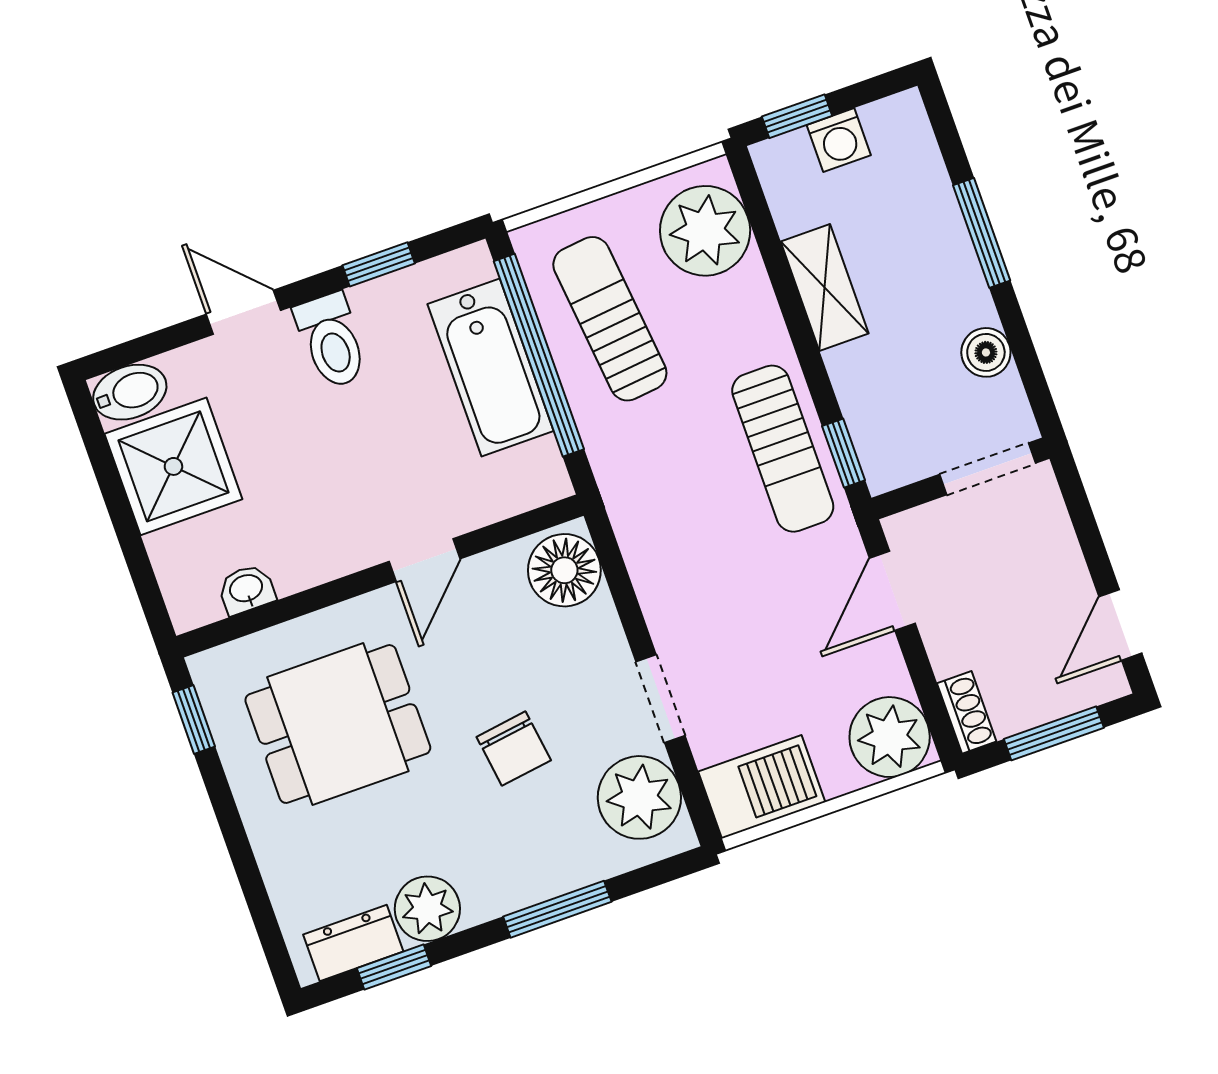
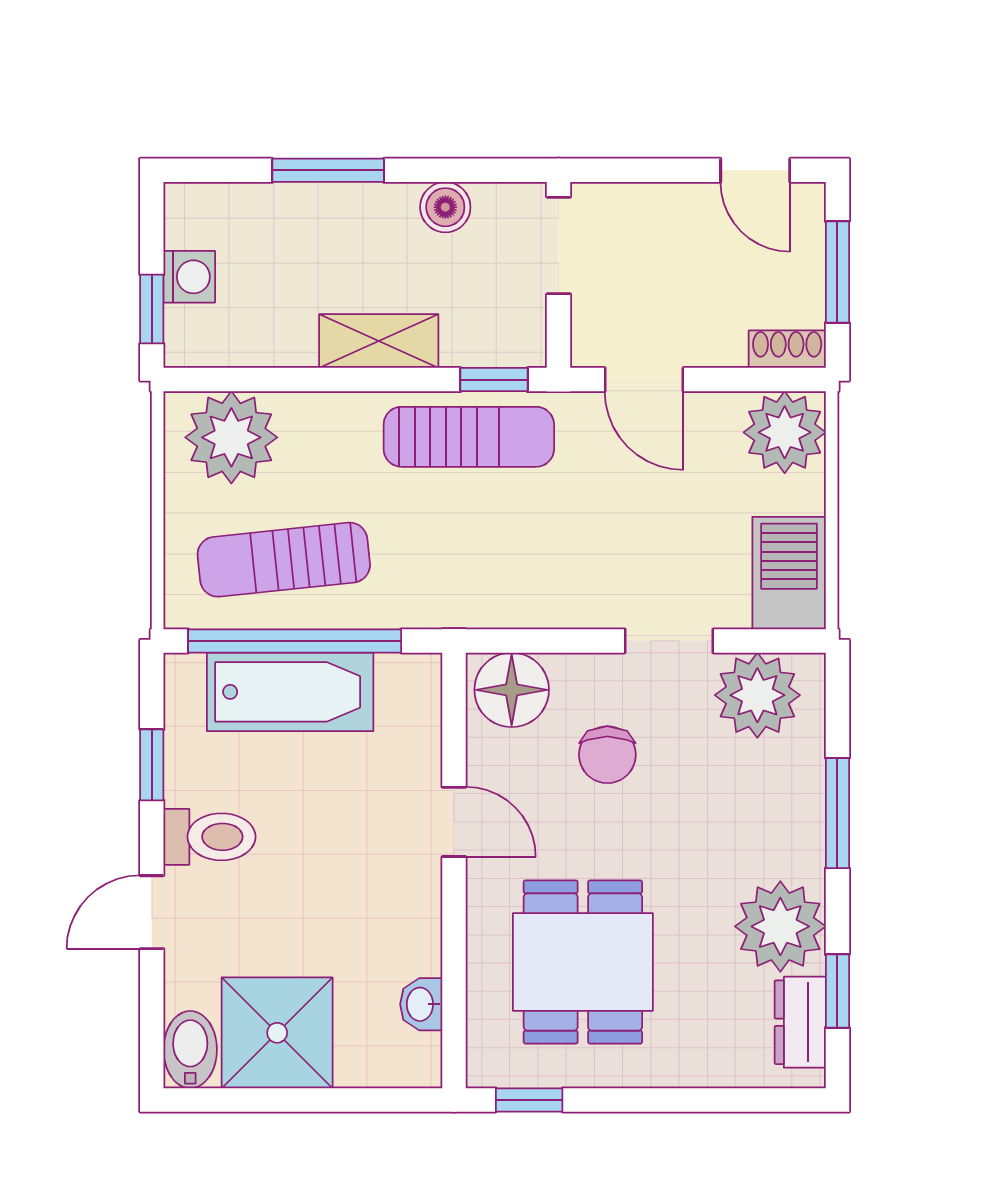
shelving: (825, 287) -> (379, 341), moved
chair: (514, 749) -> (607, 755), moved, turned 98
plant: (427, 909) -> (780, 926), width x1.36, depth x1.36

